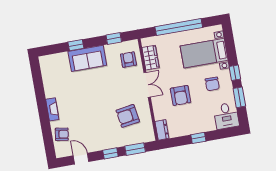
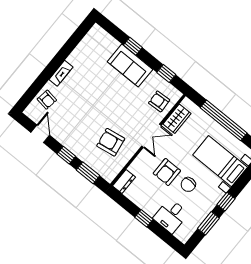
armchair: (128, 60) -> (159, 101), turned -93
chair: (212, 84) -> (188, 185), moved
desk: (226, 116) -> (171, 216), moved

